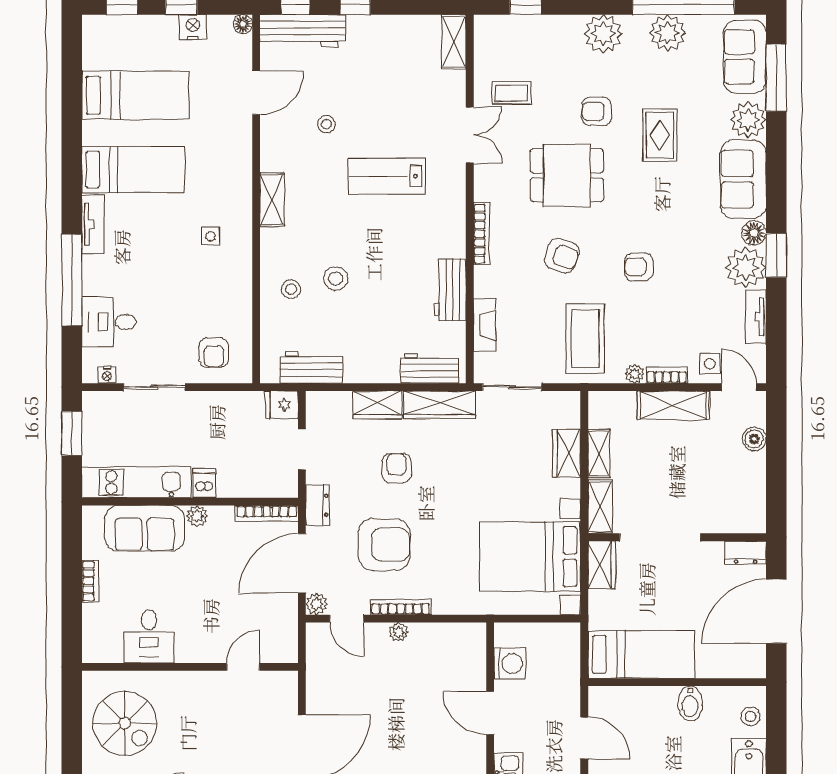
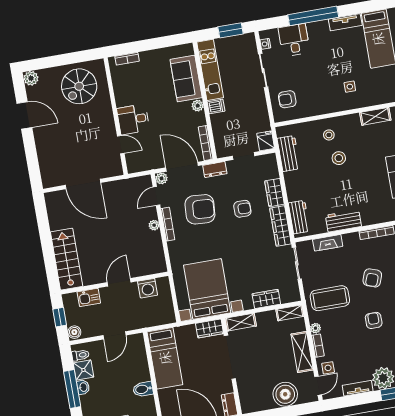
boiler: (754, 439) -> (285, 394), width x1.86, depth x1.86
shelving: (599, 454) -> (290, 313), moved
armchair: (384, 544) -> (200, 209), turned -86
bookcase: (90, 581) -> (127, 59), moved
desk: (149, 636) -> (133, 119), moved

